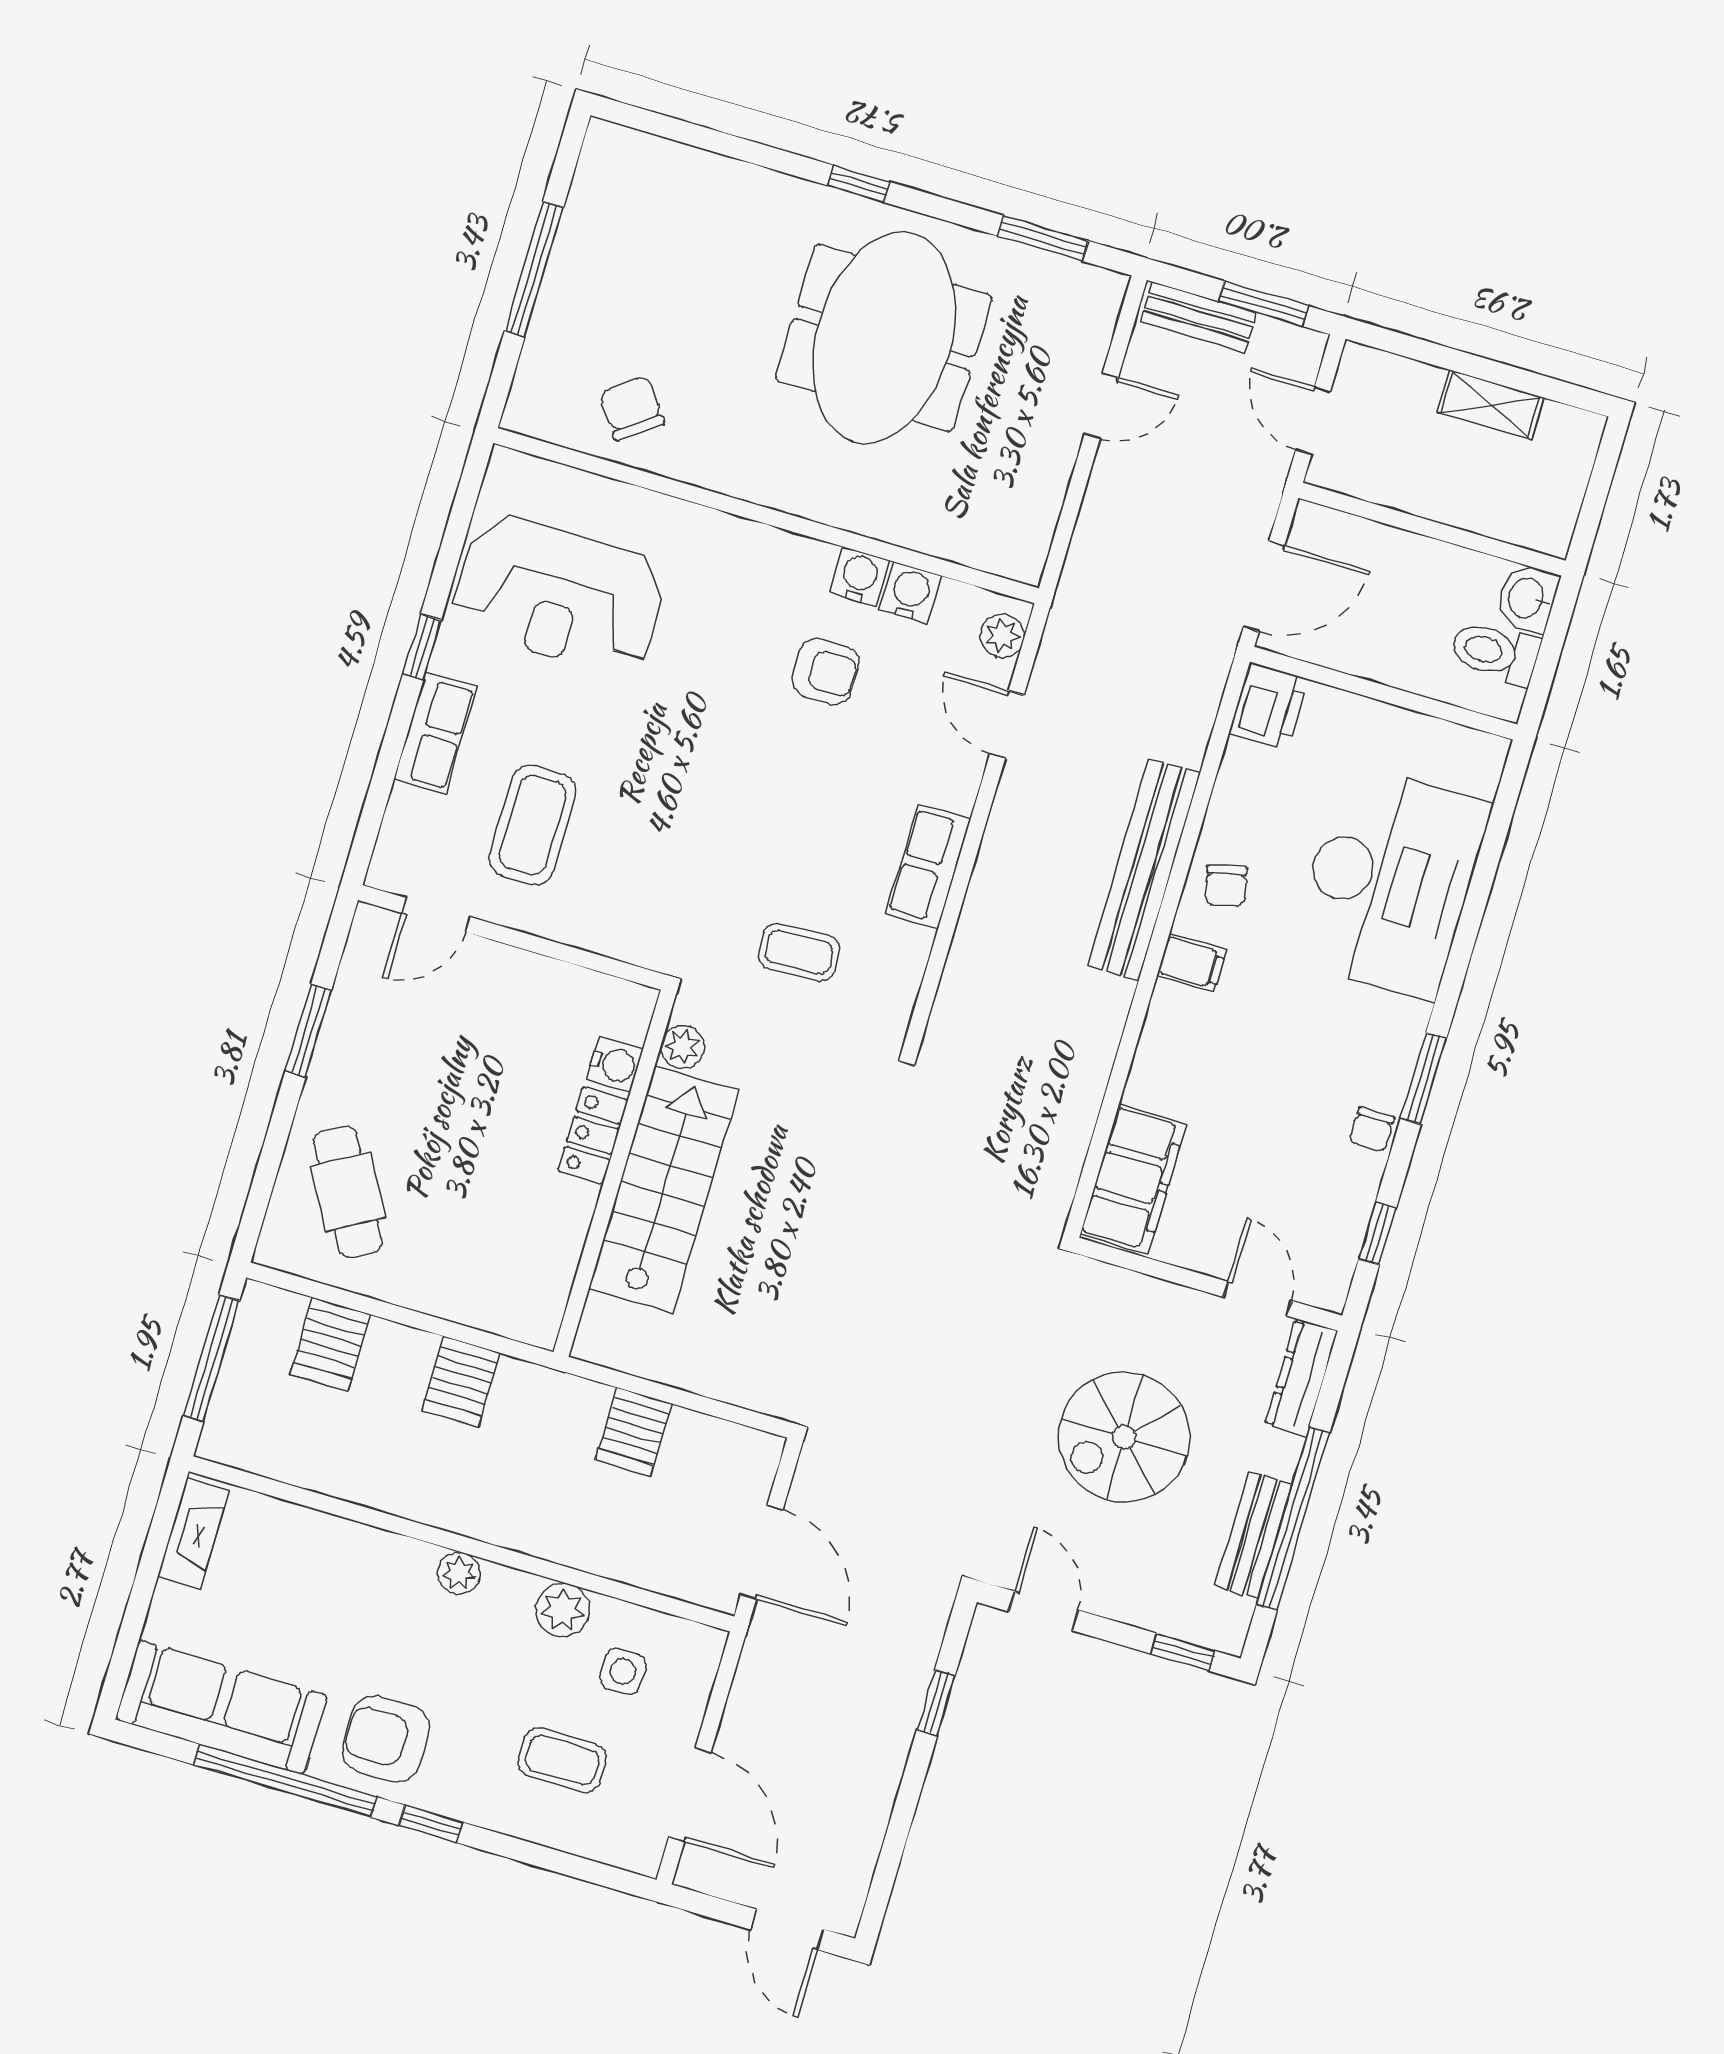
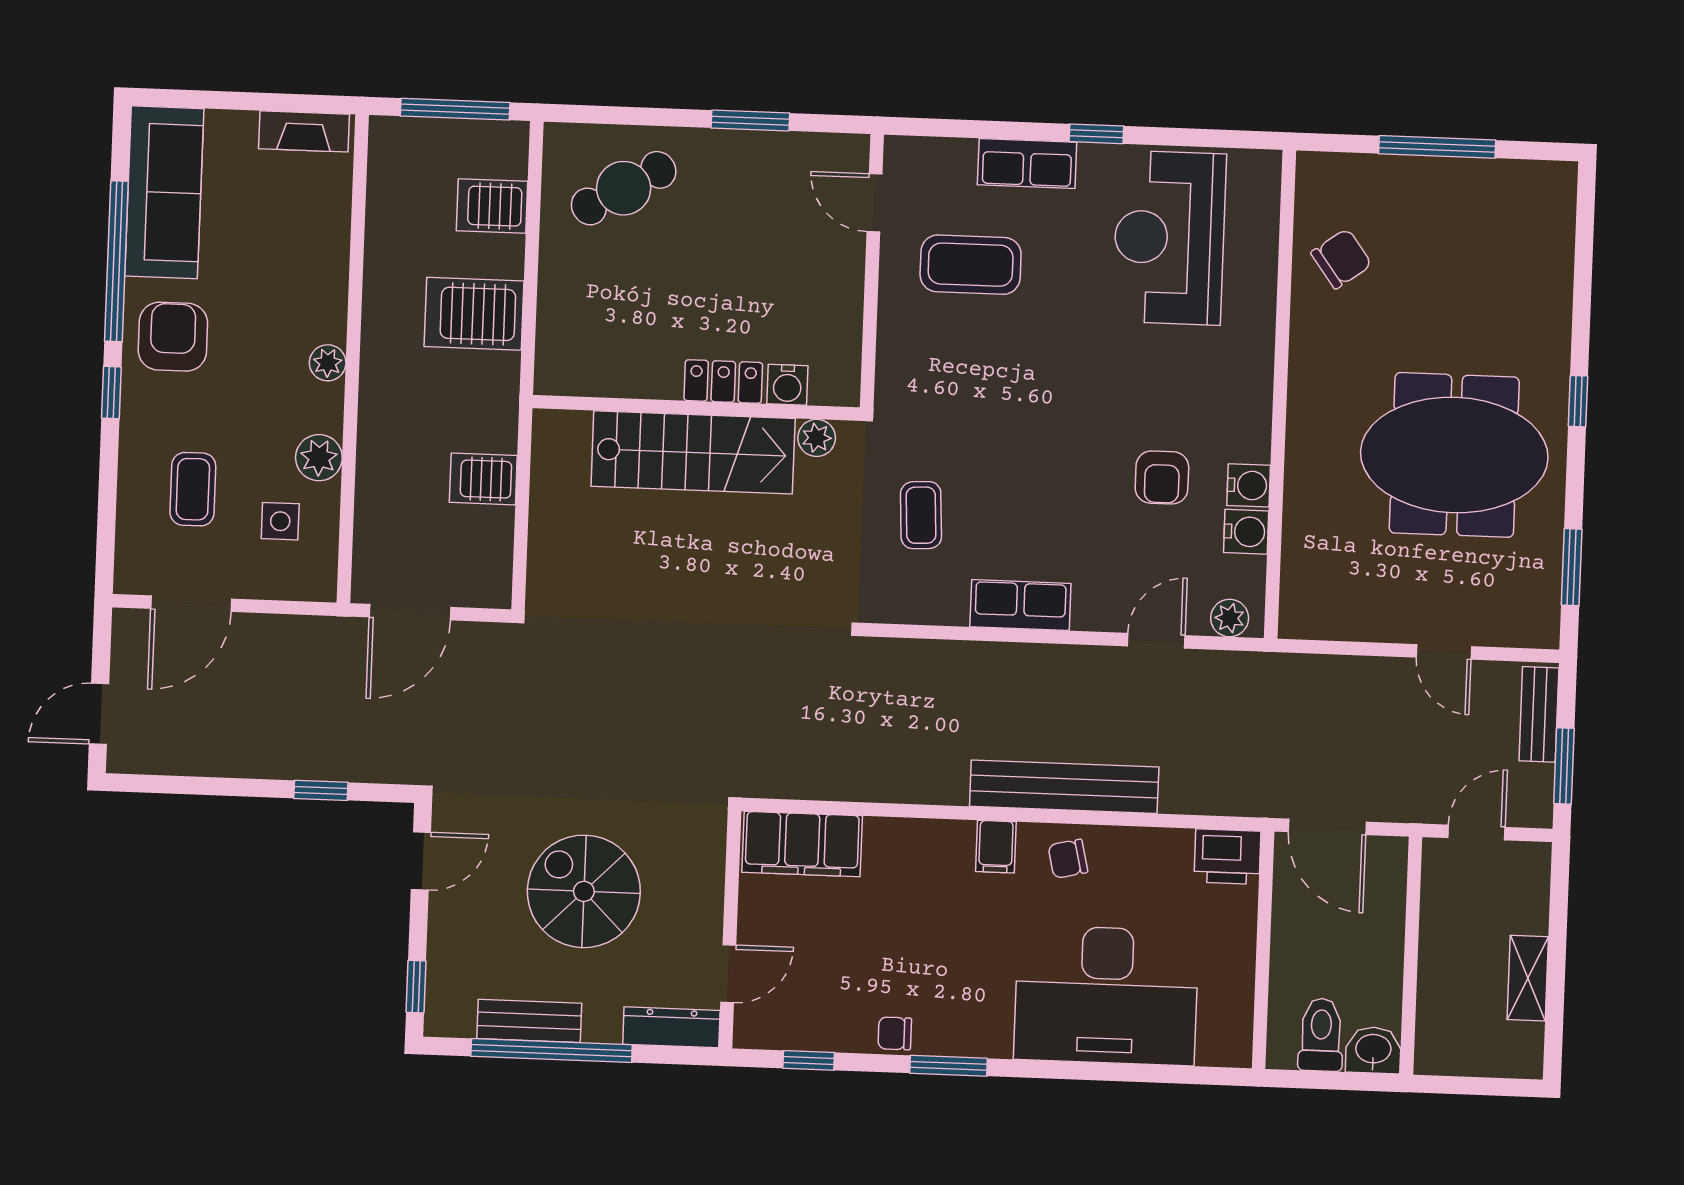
server rack: (461, 1382) -> (474, 314), width x1.36, depth x1.44

